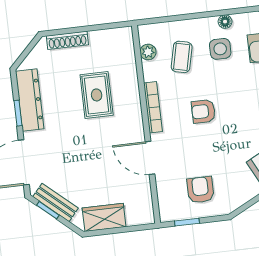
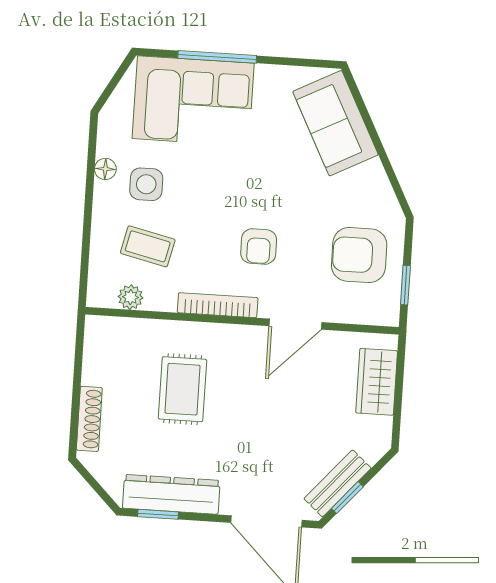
rug: (97, 95) -> (182, 389), turned 90
armchair: (203, 111) -> (259, 246), moved
window: (18, 113) -> (158, 514), moved
armchair: (200, 190) -> (359, 255), width x1.38, depth x1.38
wardrobe: (104, 217) -> (377, 382), moved

